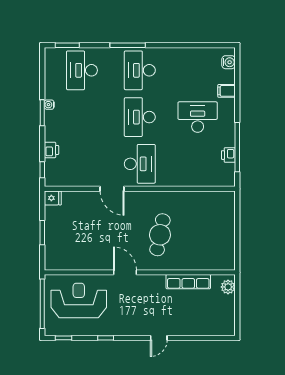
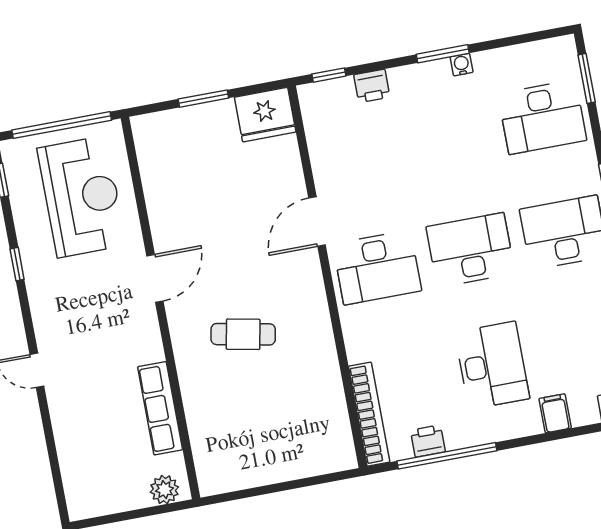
desk: (82, 70) -> (542, 117), turned 180
bookcase: (210, 181) -> (369, 414), added
fridge: (53, 198) -> (265, 115), width x1.88, depth x1.34
cafe table: (160, 235) -> (243, 334), width x0.73, depth x0.74

